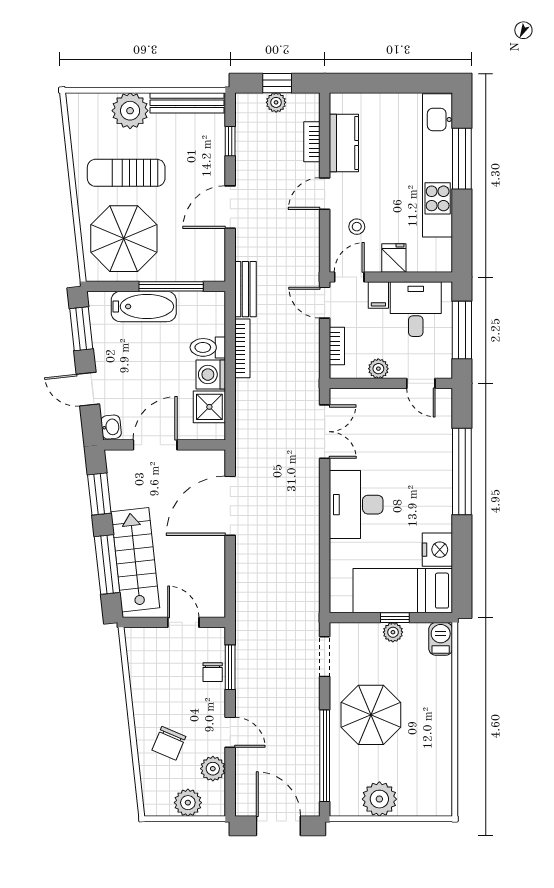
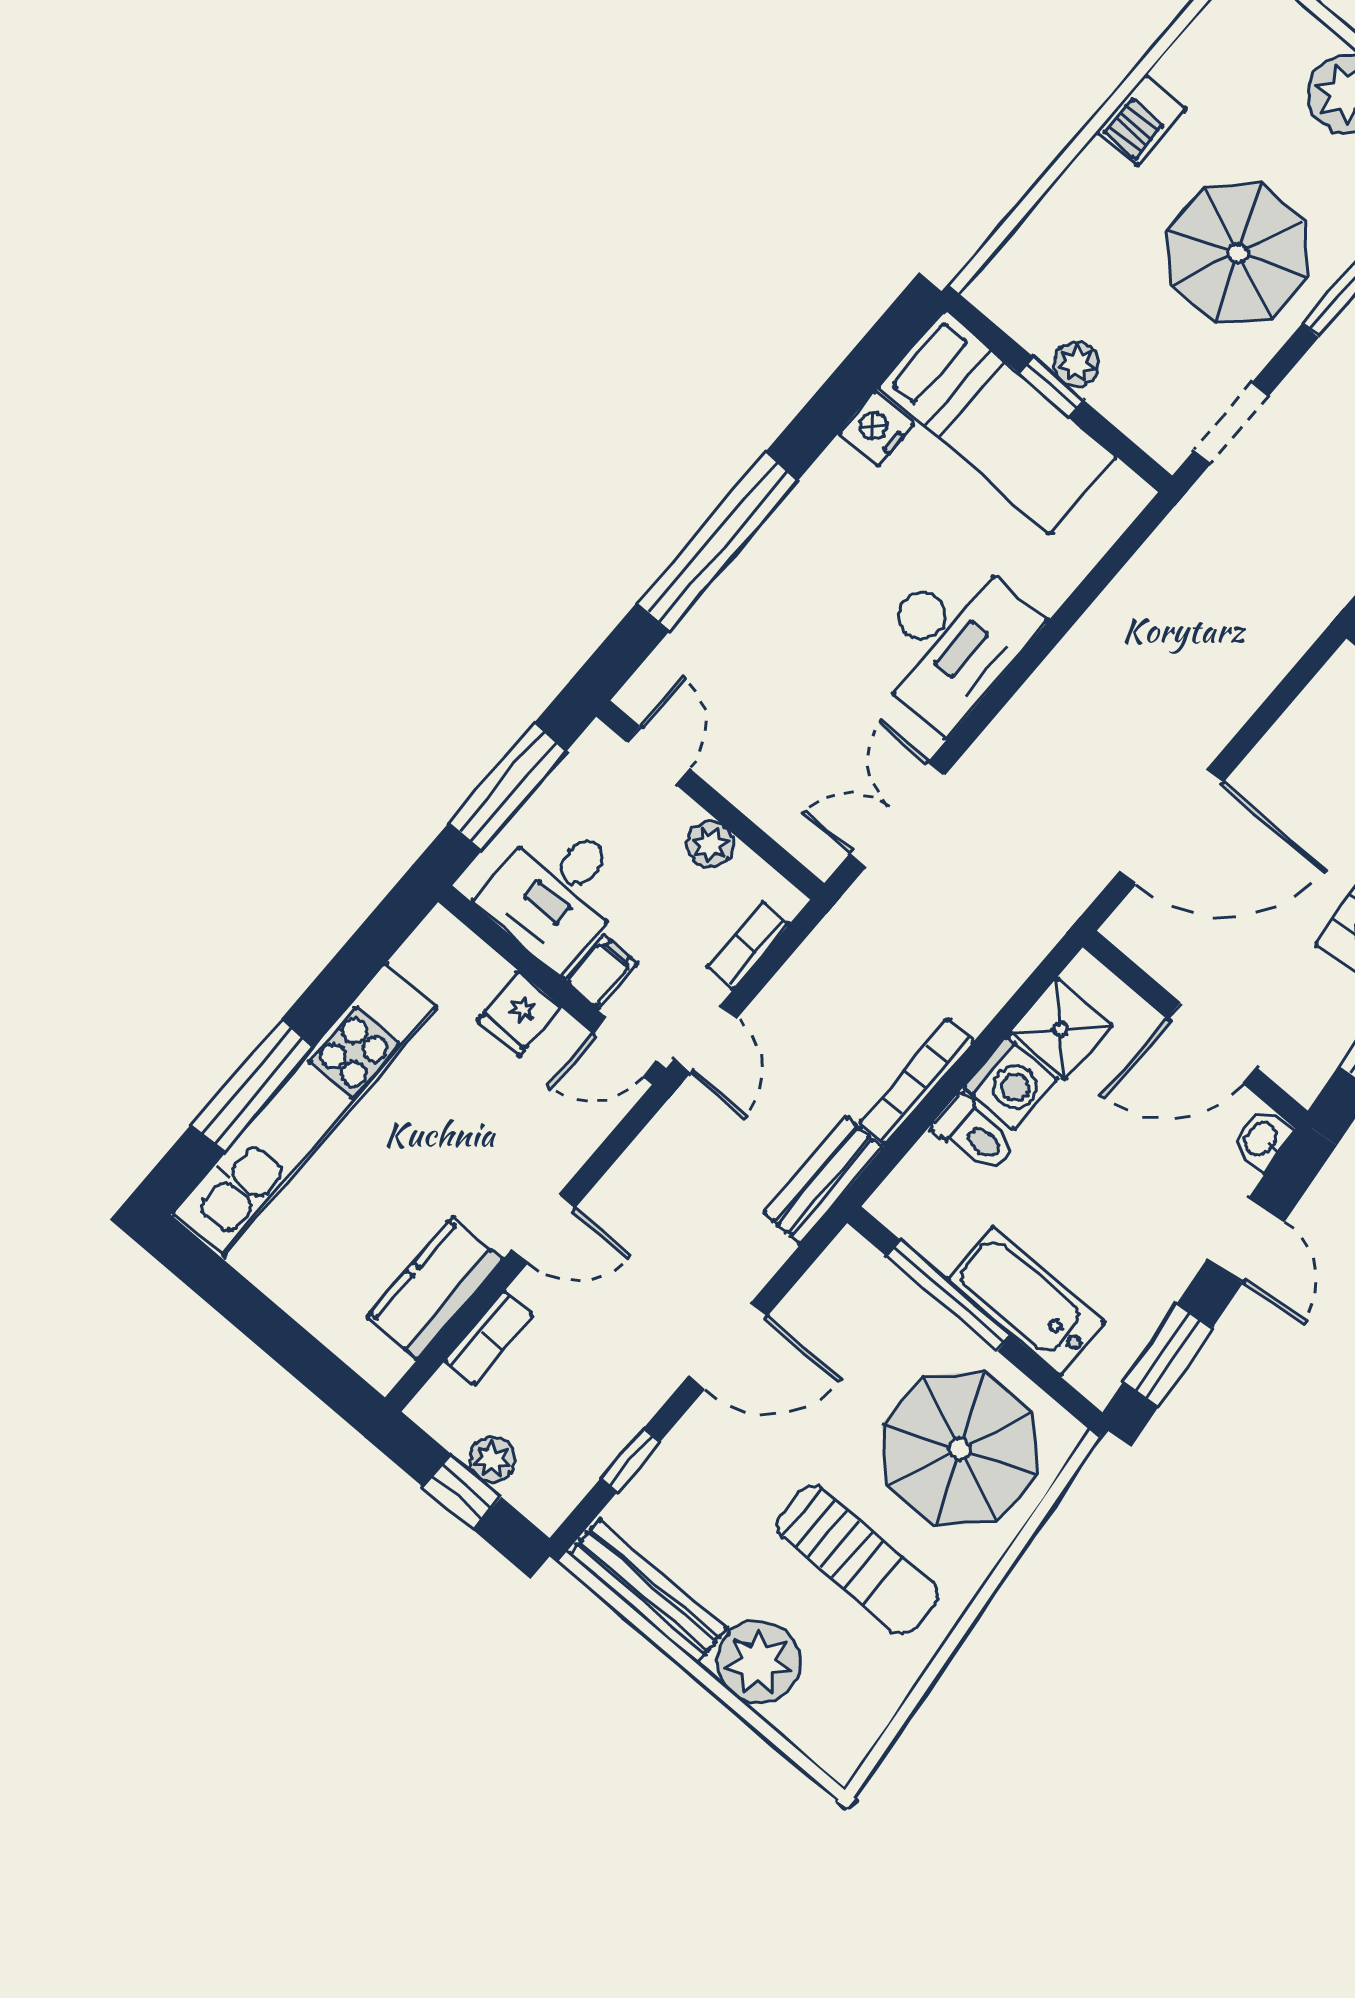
stool: (357, 227) -> (537, 1123), removed
nightstand: (437, 550) -> (877, 428), width x0.74, depth x0.75
barbecue: (441, 639) -> (1141, 120), moved

